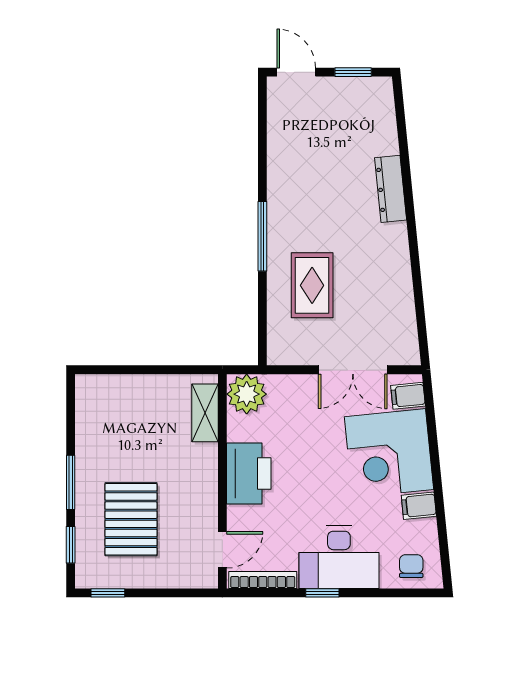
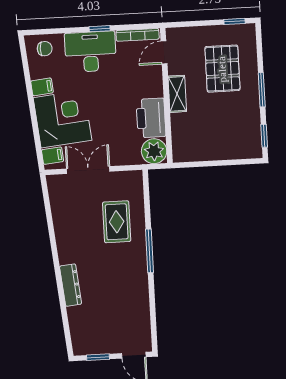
shelving: (205, 413) -> (177, 94), moved
printer: (249, 474) -> (151, 118), moved
window: (71, 545) -> (264, 136), moved
chair: (411, 566) -> (45, 49), turned -90

